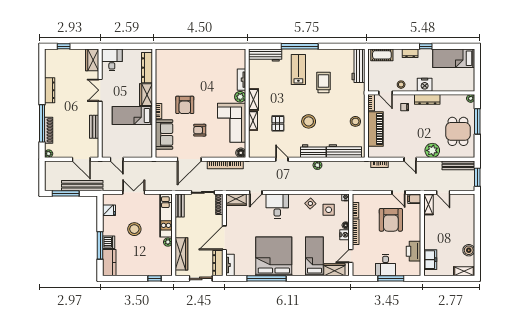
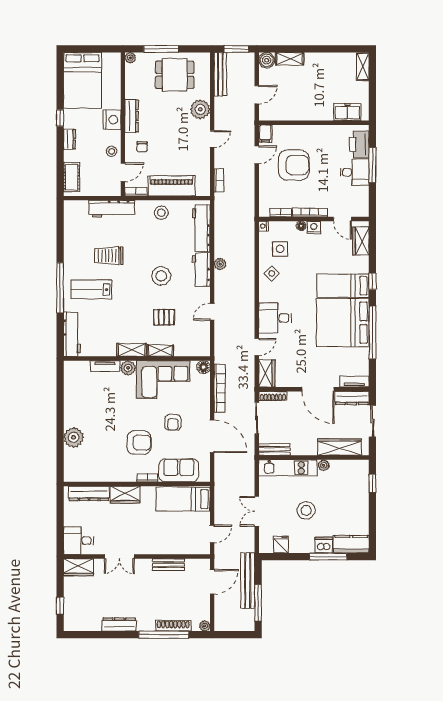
plant: (189, 56) -> (74, 437), added
bed: (454, 58) -> (82, 80), width x1.50
workbench: (358, 66) -> (112, 209), moved
bed: (132, 115) -> (183, 499), moved, turned 90
door: (256, 192) -> (257, 347), hinge flipped
shelving: (429, 204) -> (290, 59), moved
boiler: (469, 250) -> (267, 60), moved
printer: (414, 251) -> (359, 145), moved, turned 90
bed: (314, 256) -> (343, 286), moved
window: (305, 278) -> (372, 281), added

